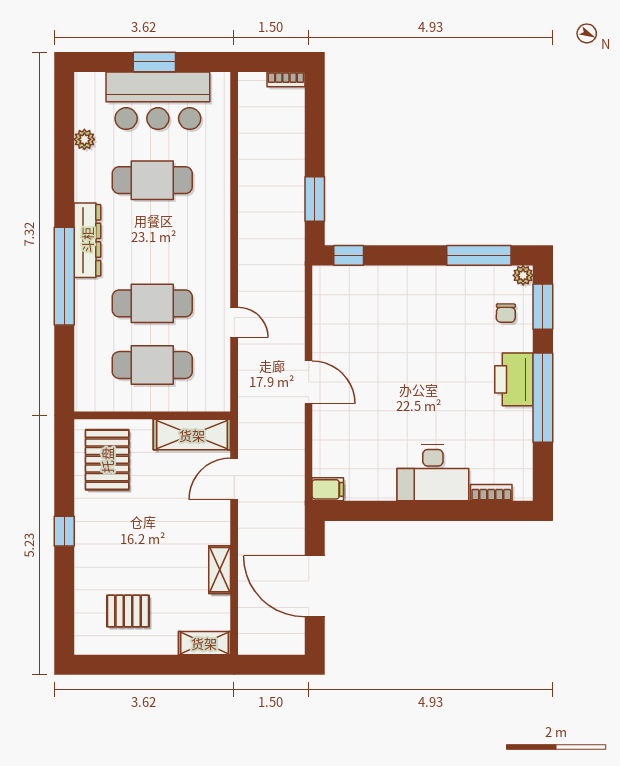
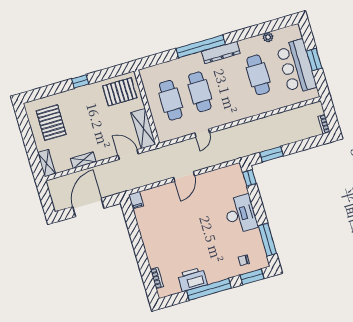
plant: (523, 275) -> (264, 263), removed
printer: (514, 379) -> (192, 279), moved
desk: (433, 473) -> (240, 214), moved, turned 180
pallet: (128, 611) -> (51, 123), width x1.50, depth x1.42

